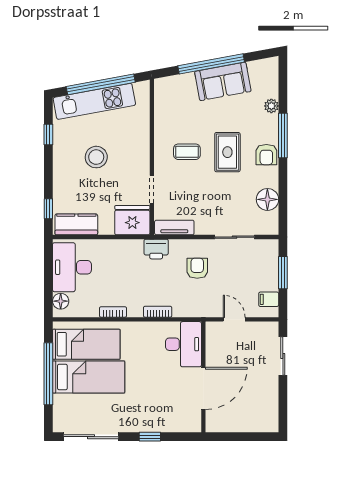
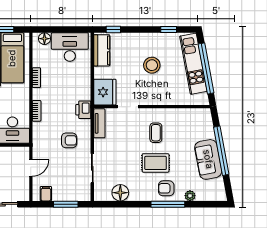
armchair: (266, 155) -> (166, 188), moved

